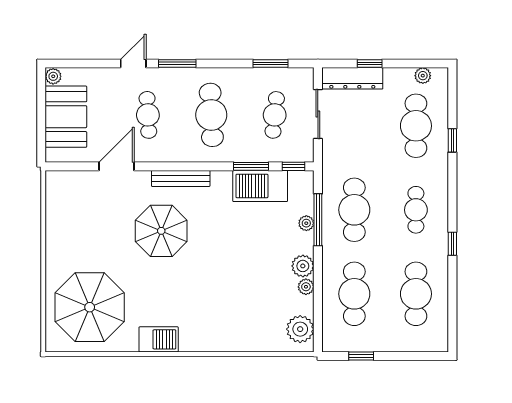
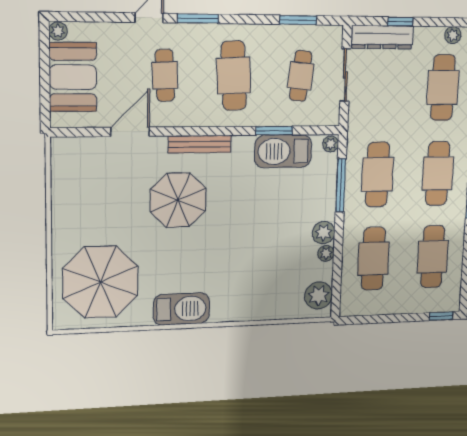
window: (294, 166) -> (318, 130), removed
cafe table: (416, 210) -> (438, 173), width x1.37, depth x1.35
plant: (306, 223) -> (331, 144), moved
barbecue: (159, 339) -> (181, 309), width x1.37, depth x1.21
window: (361, 356) -> (441, 316), moved

